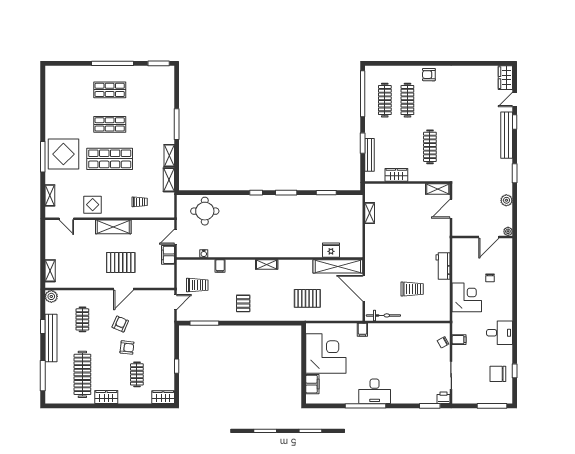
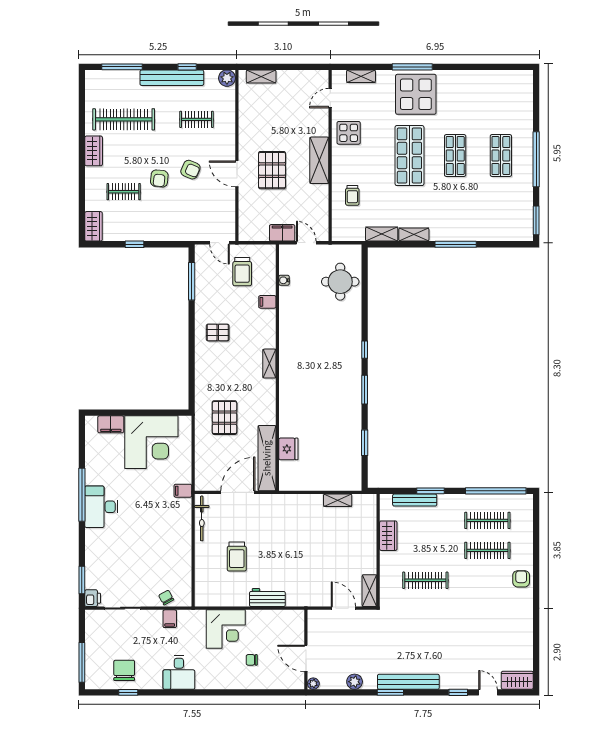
bench: (507, 135) -> (408, 682), moved

